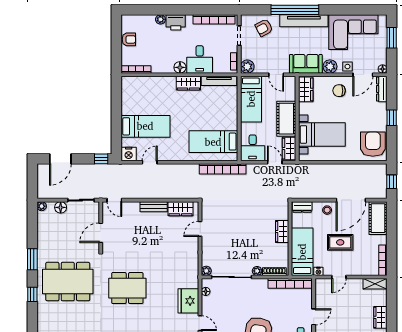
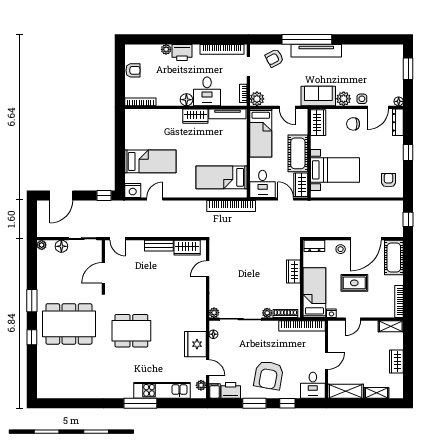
corner sofa: (353, 32) -> (368, 63), removed
armchair: (373, 144) -> (389, 180), width x0.53, depth x0.53

